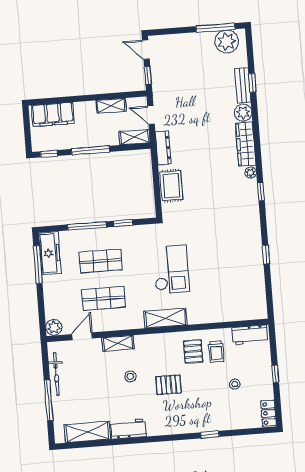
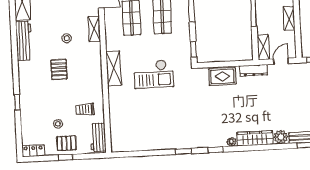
shelving: (111, 106) -> (289, 18), moved
window: (123, 223) -> (194, 49), moved
window: (266, 255) -> (183, 151), moved
pallet: (193, 351) -> (66, 143), moved
workbench: (128, 429) -> (24, 41), width x1.38

